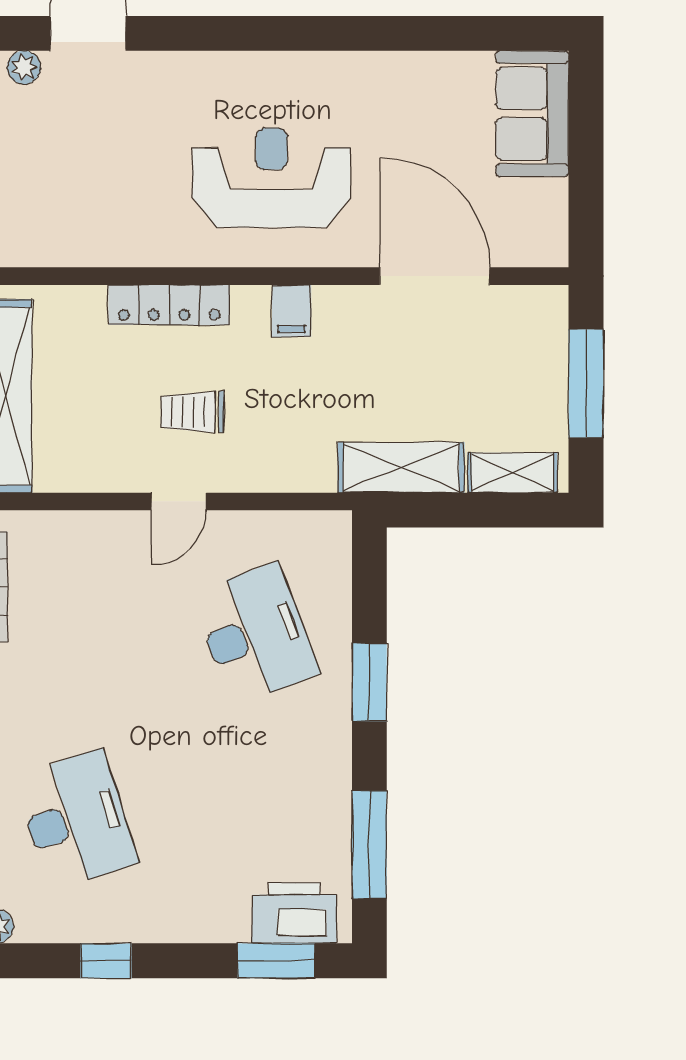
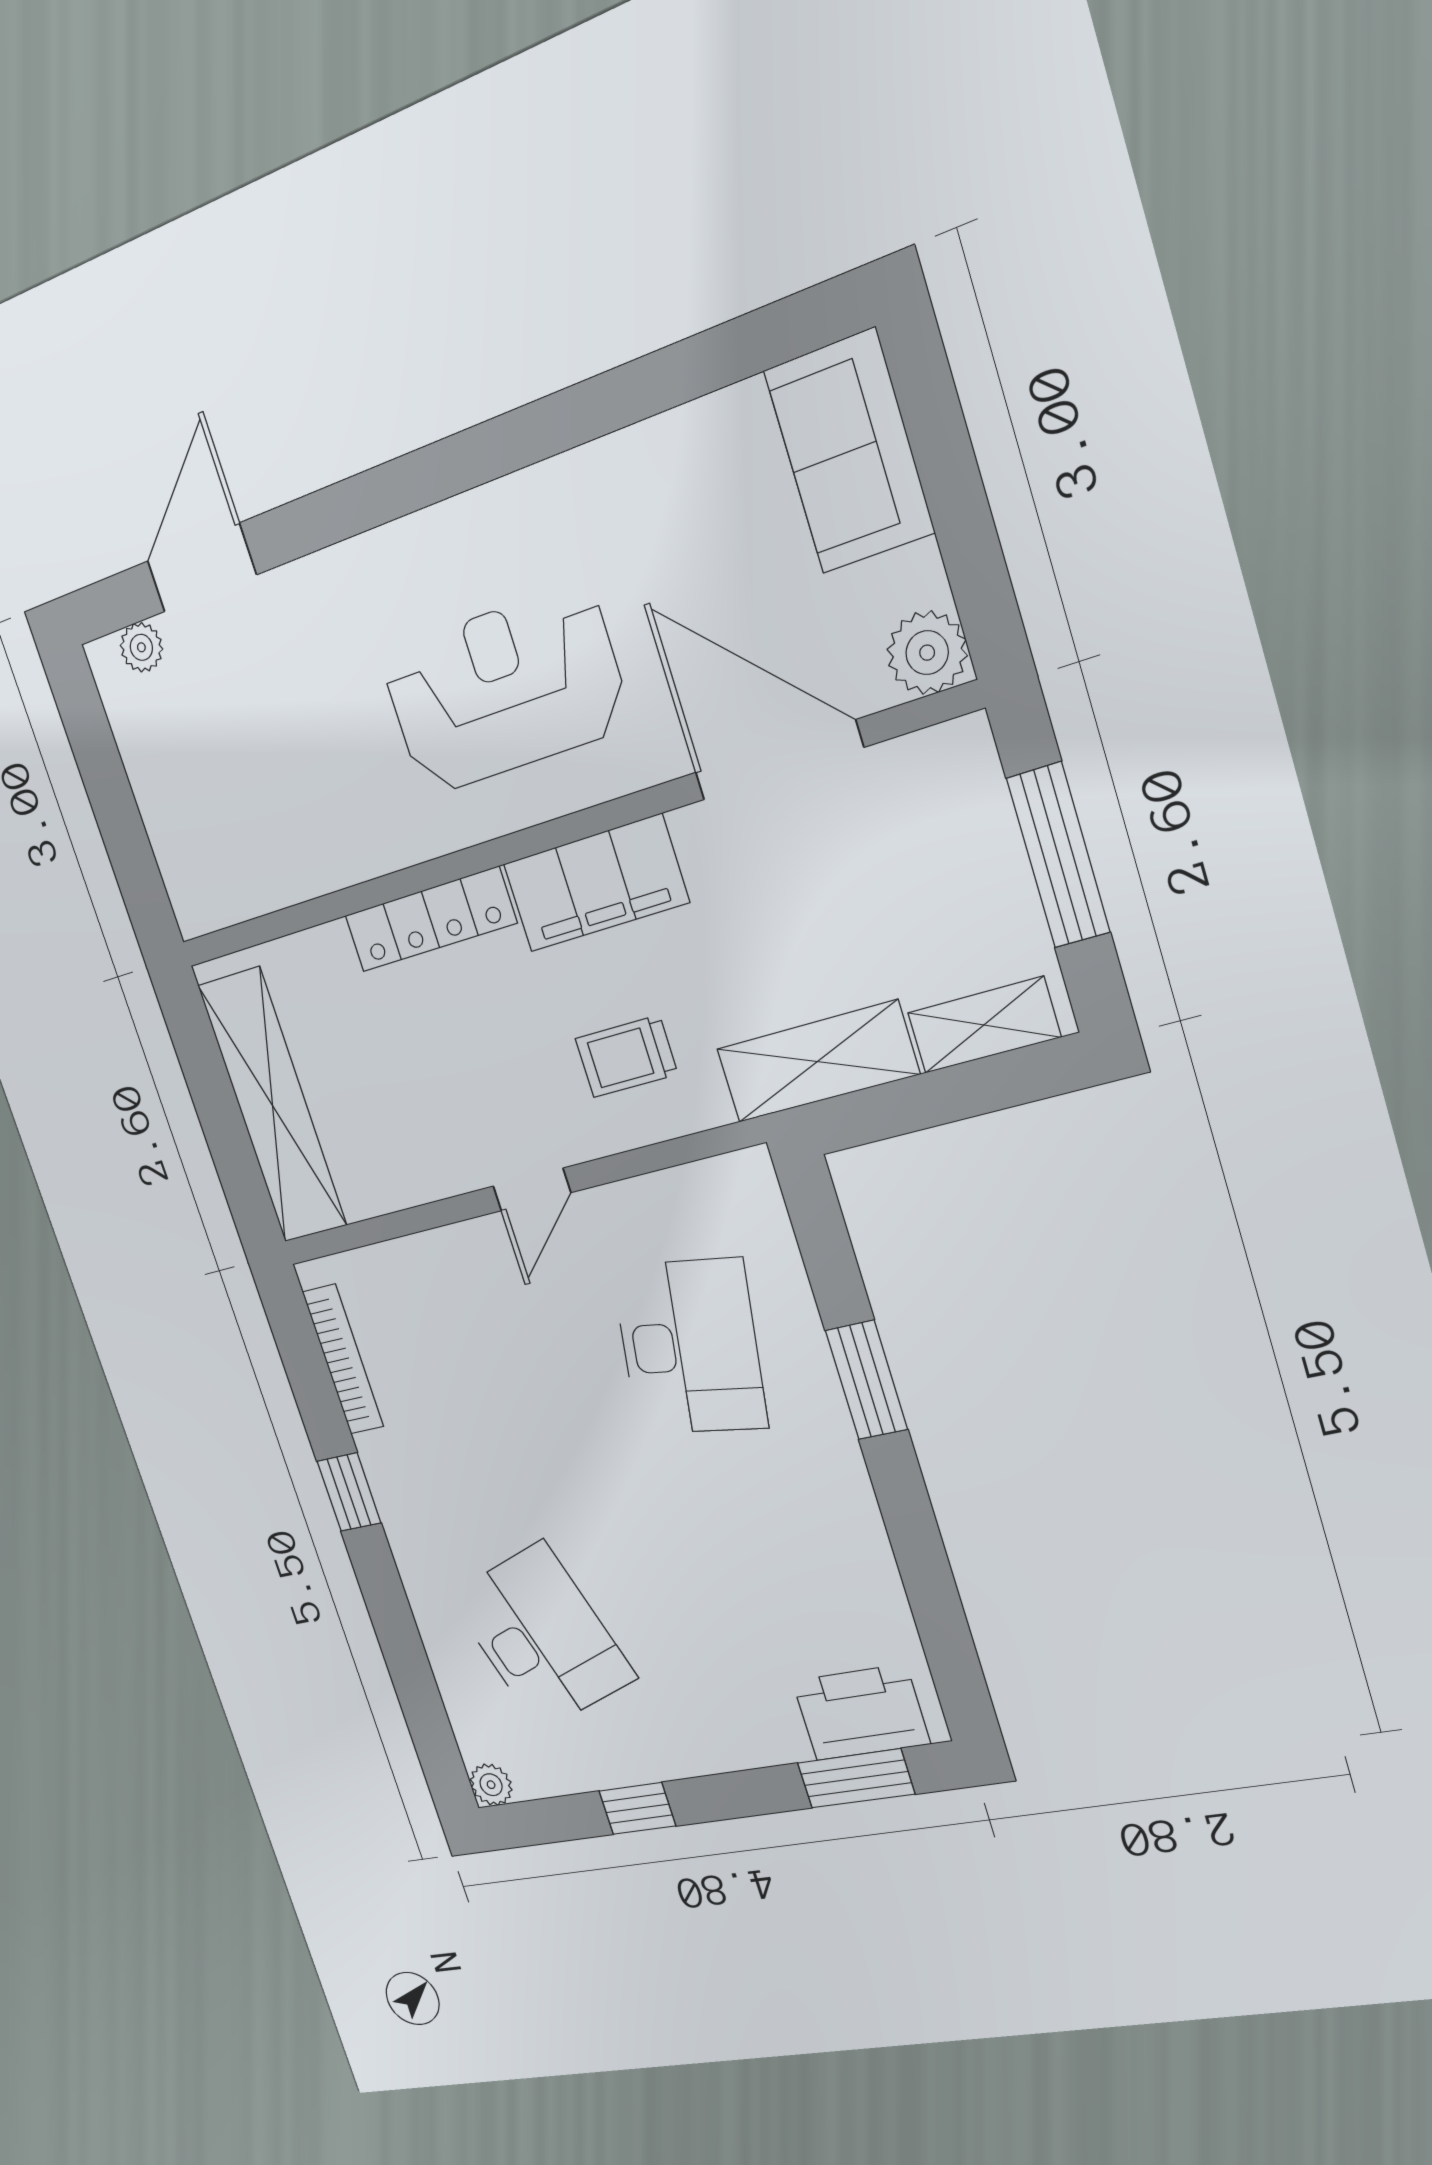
plant: (544, 242) -> (927, 653), added
filing cabinet: (292, 311) -> (596, 883), width x3.00, depth x1.17
trolley: (192, 412) -> (626, 1056), moved
desk: (255, 634) -> (690, 1347), turned 30
window: (369, 845) -> (936, 1604), removed

